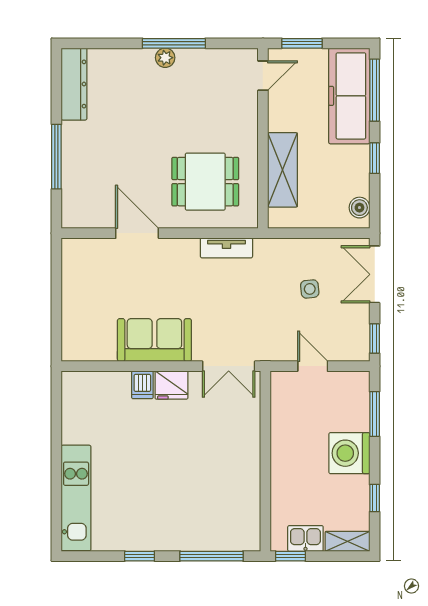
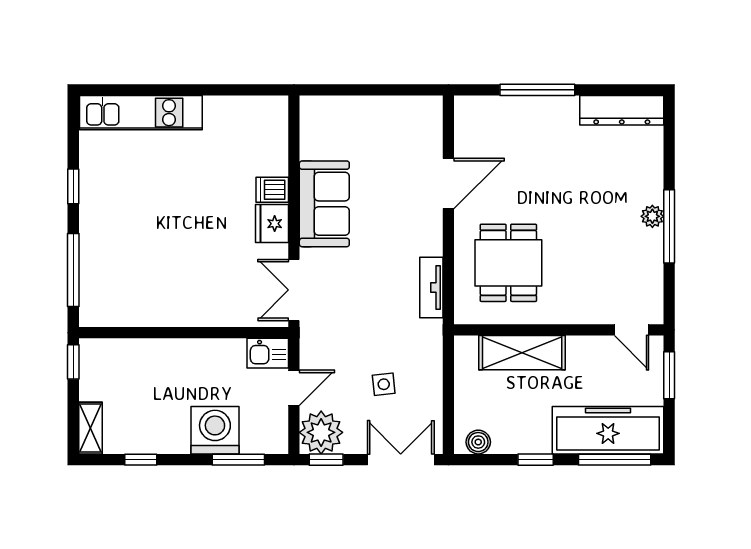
plant: (351, 343) -> (321, 432), added
washing machine: (349, 453) -> (215, 430), moved
kitchen sink: (305, 538) -> (268, 353), moved, turned 90

